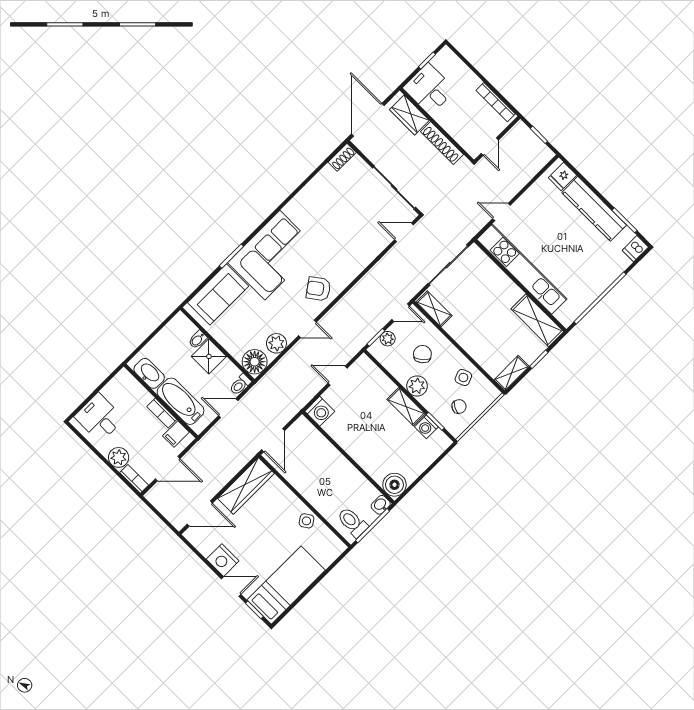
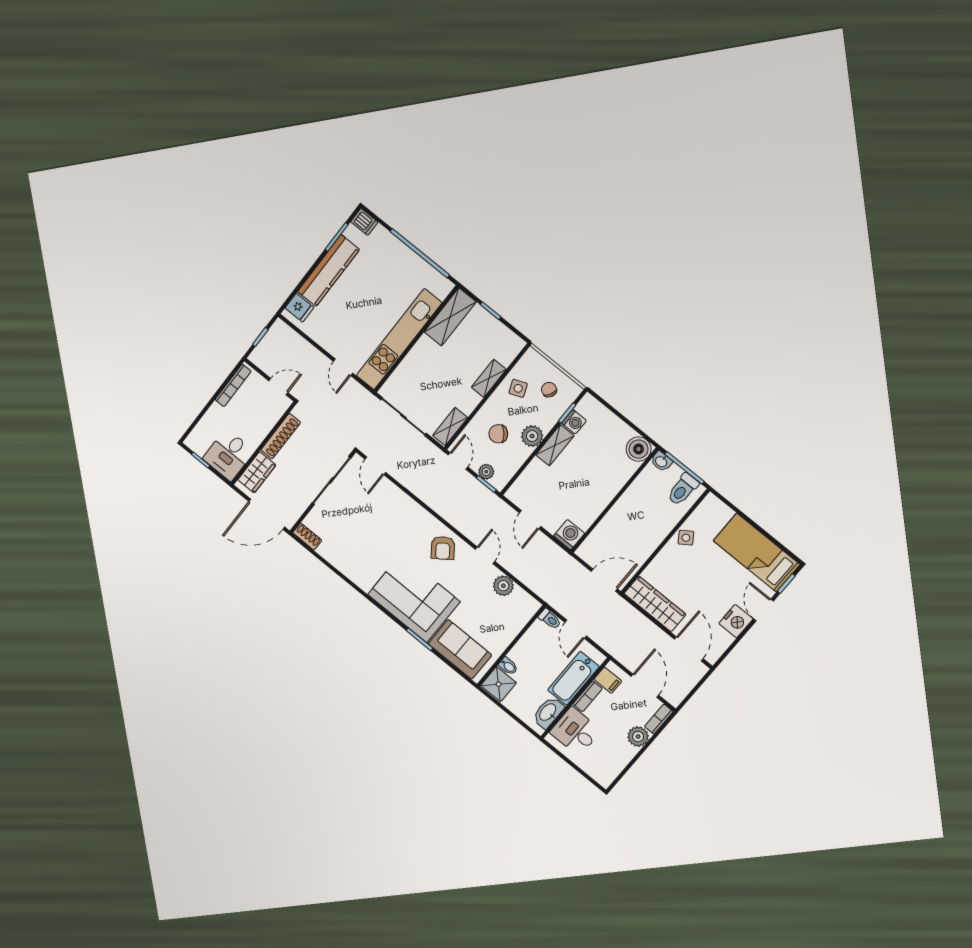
shower: (209, 356) -> (499, 684), moved
floor lamp: (255, 362) -> (525, 606), removed
shelving: (512, 373) -> (489, 378), moved, turned 90
desk: (99, 418) -> (575, 731), moved, turned 90

